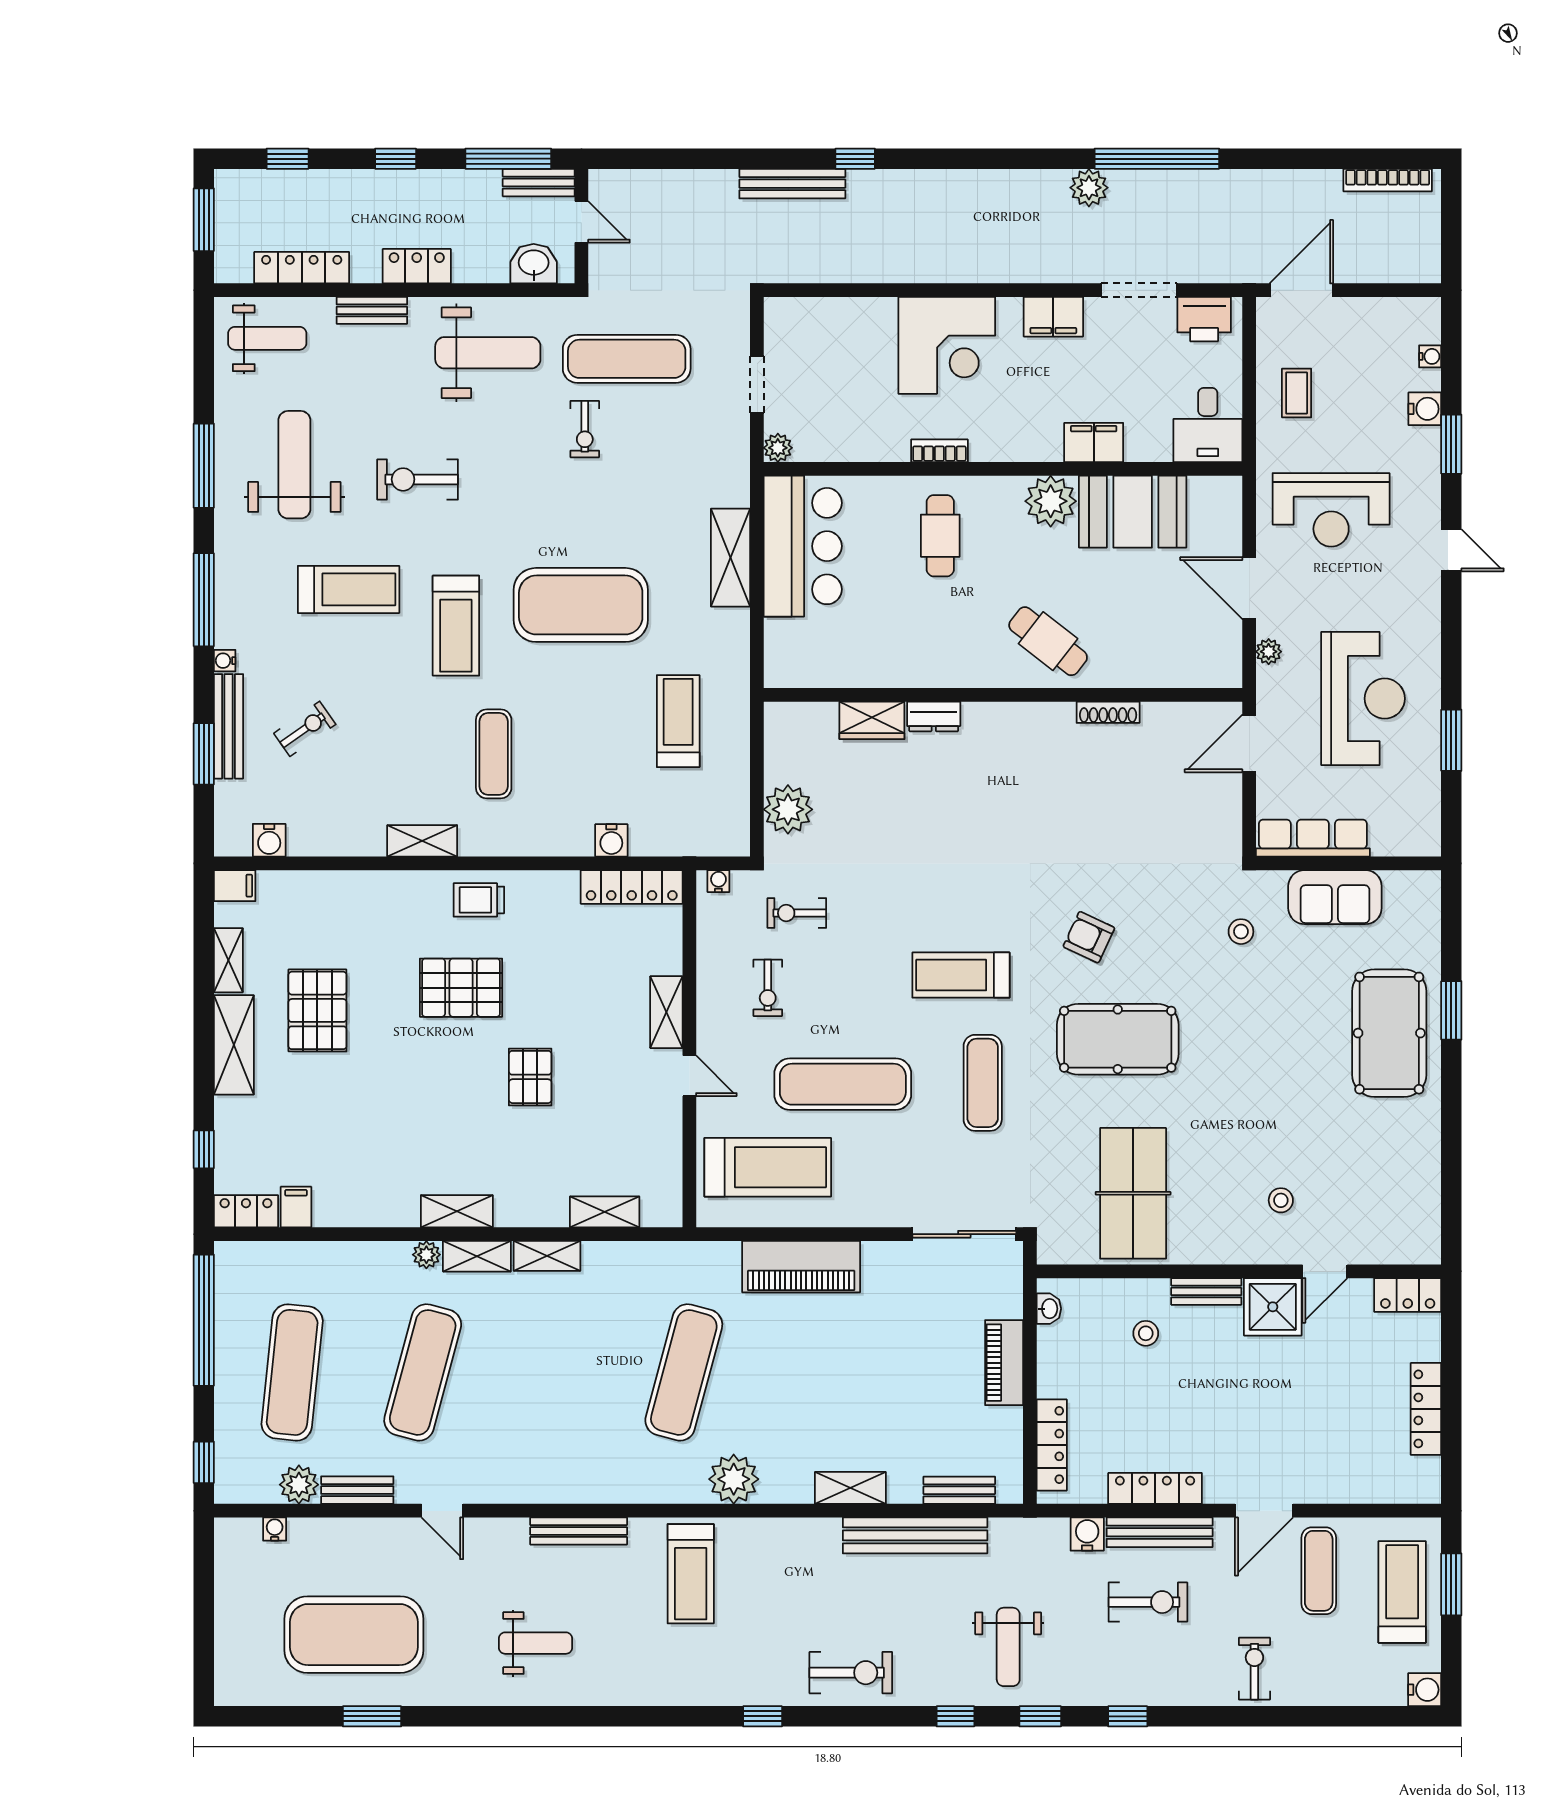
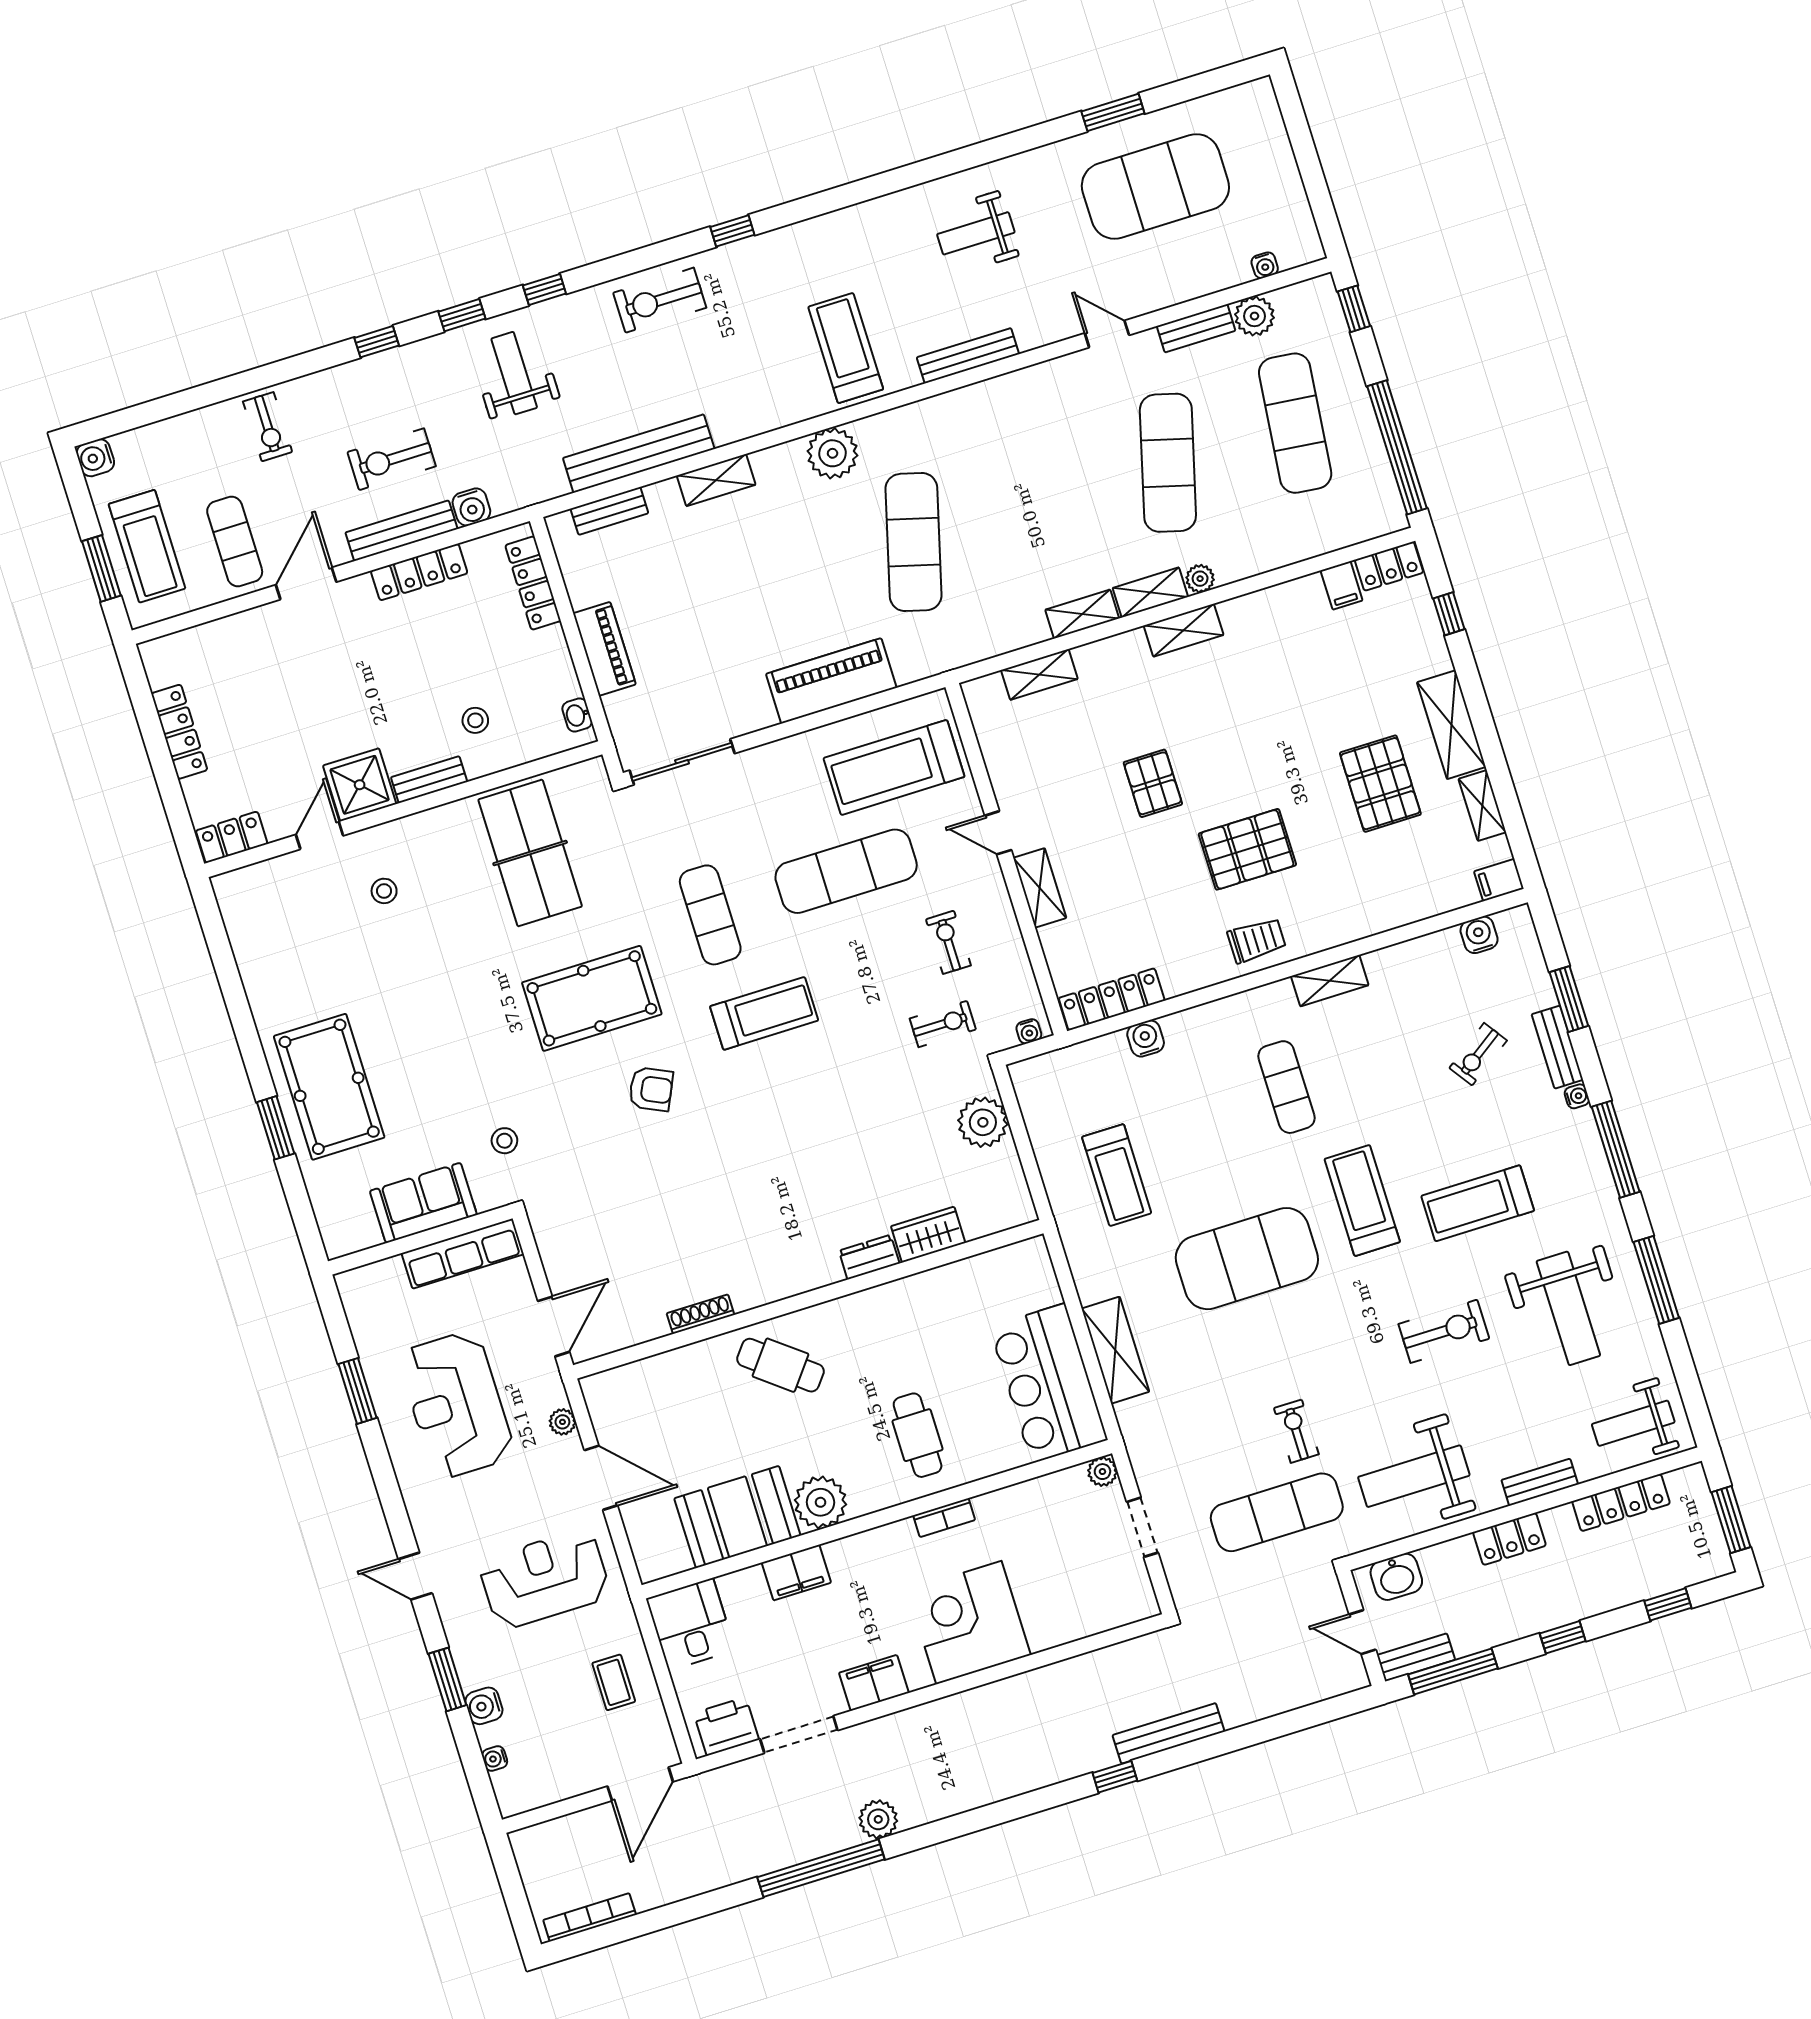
bench: (229, 726) -> (1557, 1047), width x0.73

